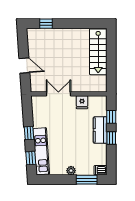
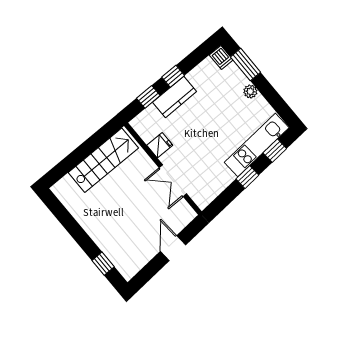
stairs: (98, 52) -> (103, 160), moved

